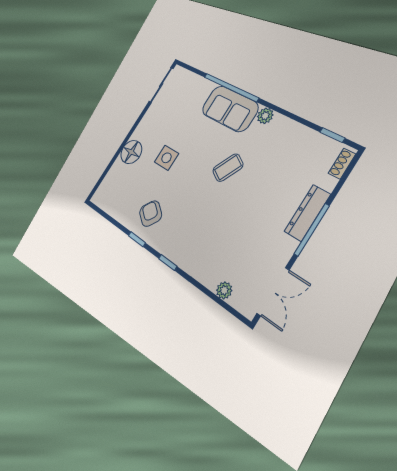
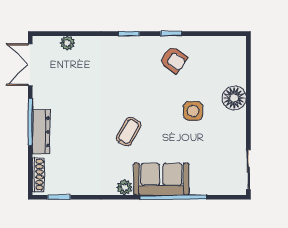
shoe rack: (342, 164) -> (38, 175), width x1.43

